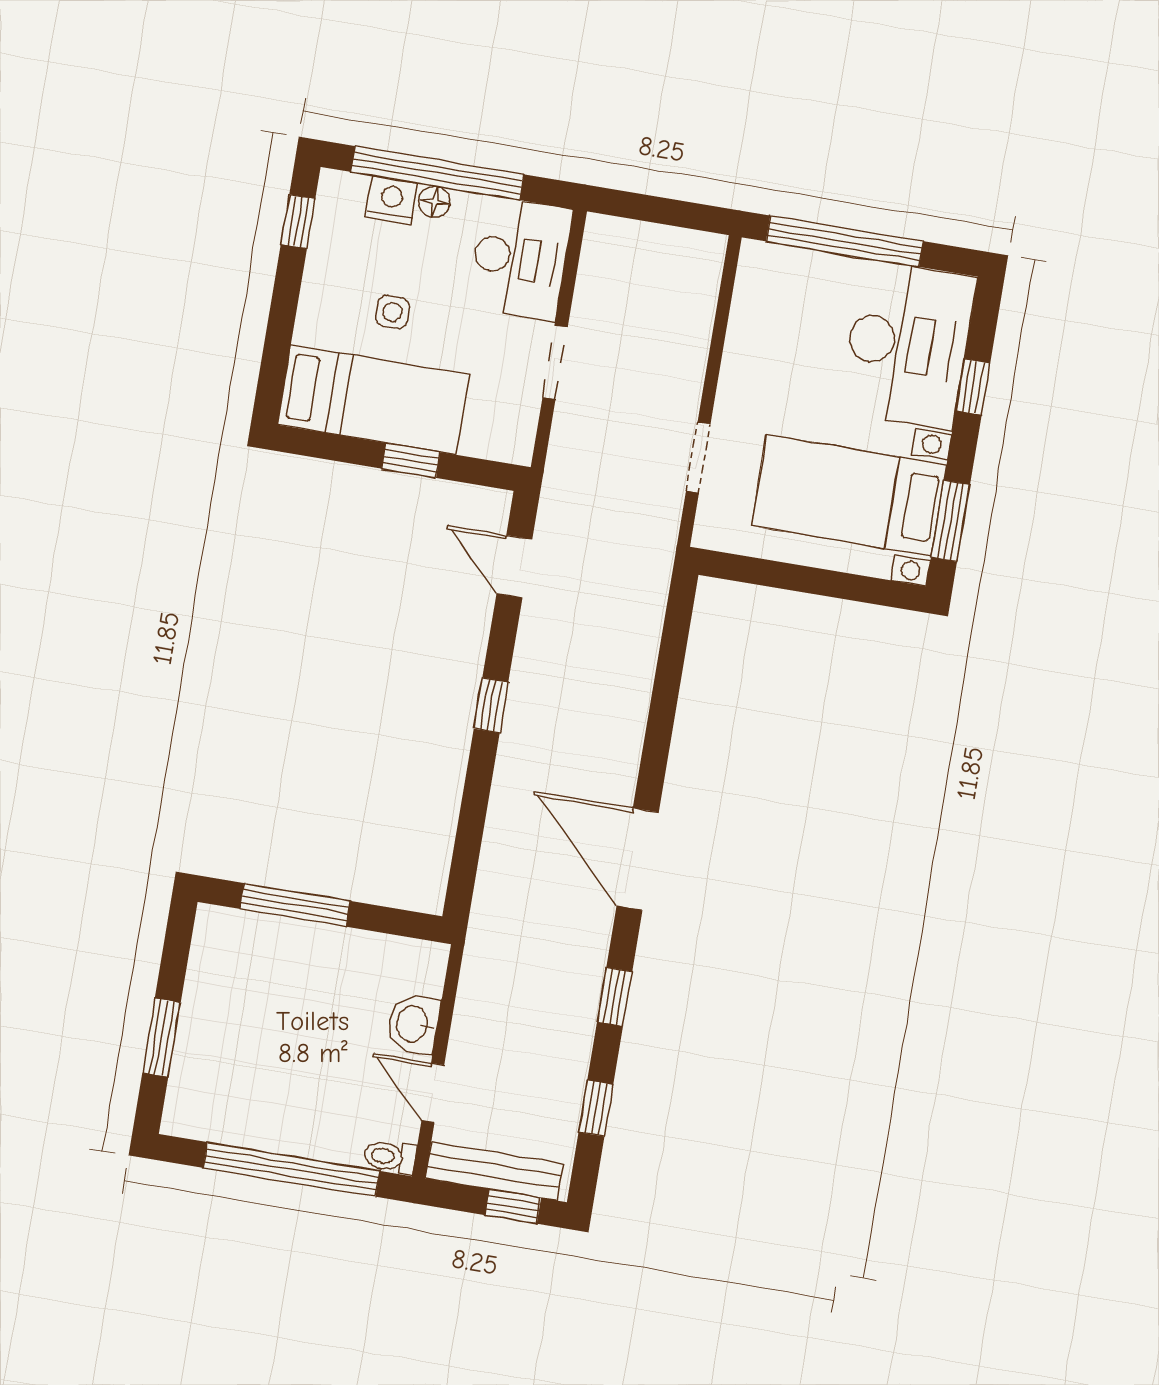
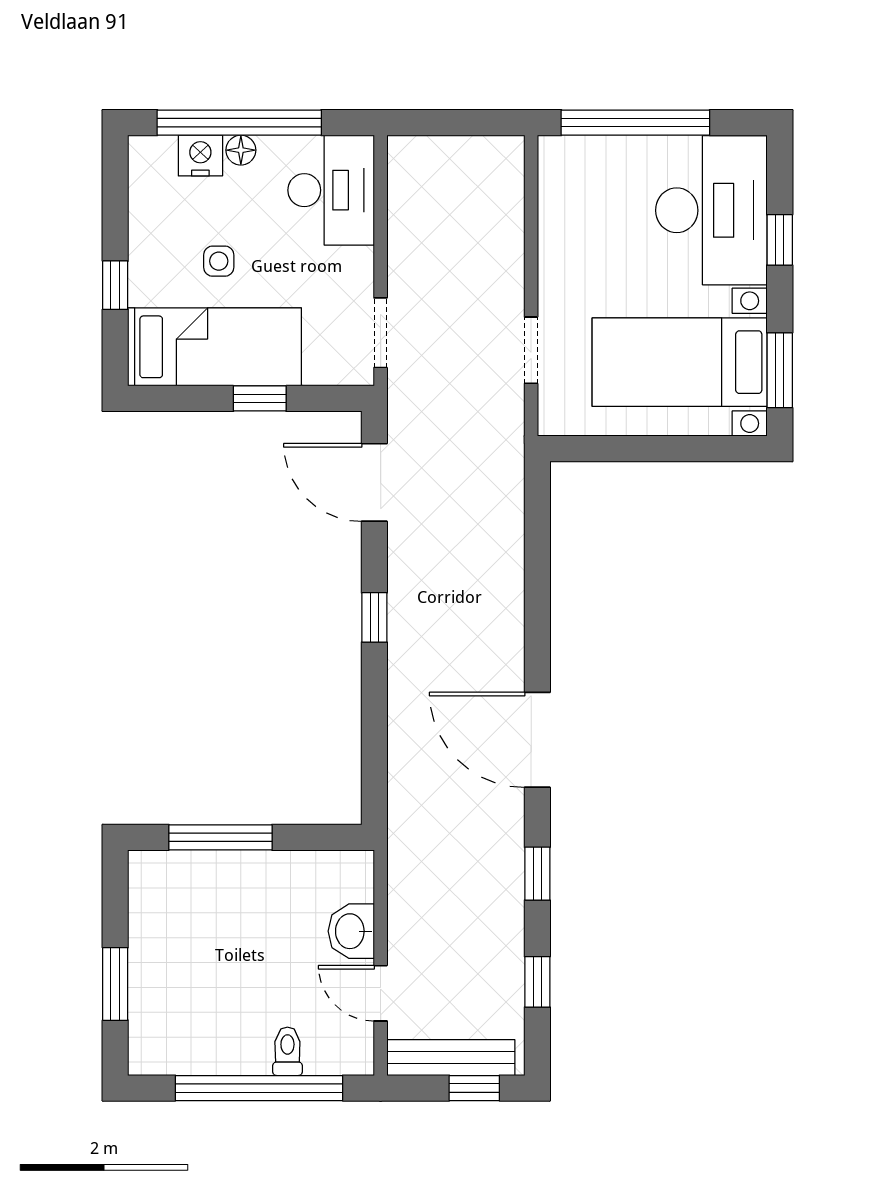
window: (298, 222) -> (115, 285), moved
doorway: (555, 362) -> (381, 333), moved
door: (514, 566) -> (374, 482), width x1.38
toilet: (390, 1157) -> (287, 1051), moved, turned 90

